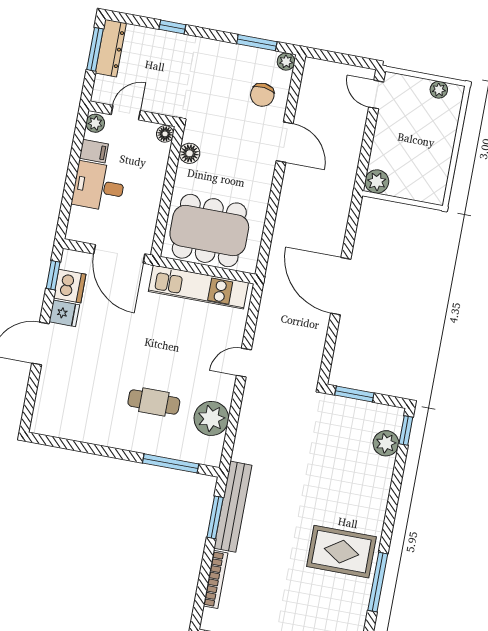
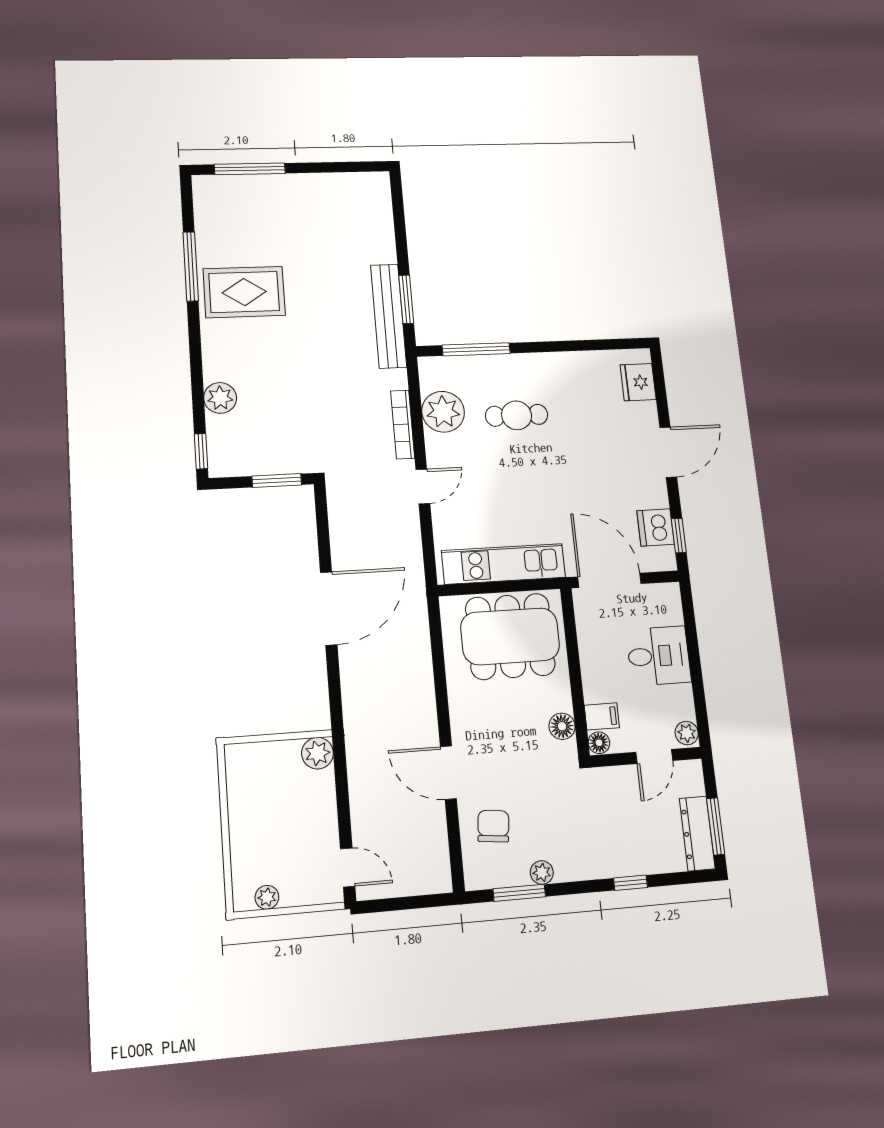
plant: (286, 62) -> (542, 873), moved
filing cabinet: (94, 151) -> (602, 716), moved, turned 180
door: (341, 286) -> (329, 608), hinge flipped
fridge: (64, 313) -> (638, 382), moved, width x1.38
plant: (386, 443) -> (220, 398), moved
bookcase: (216, 579) -> (403, 424), moved

